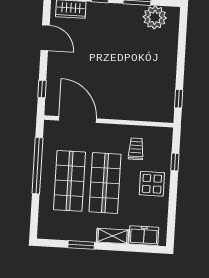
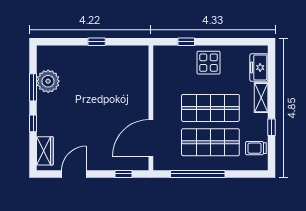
plant: (155, 17) -> (48, 81), moved
window: (179, 99) -> (97, 42), moved
trolley: (136, 149) -> (256, 148), moved
window: (81, 245) -> (272, 127), width x0.67

